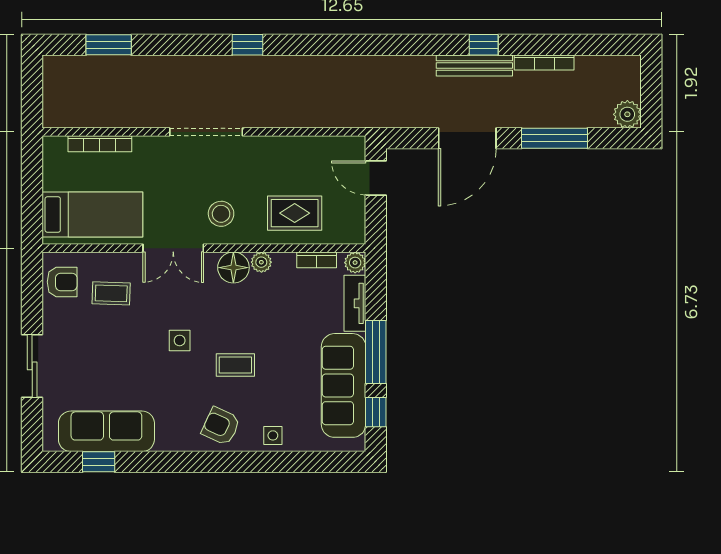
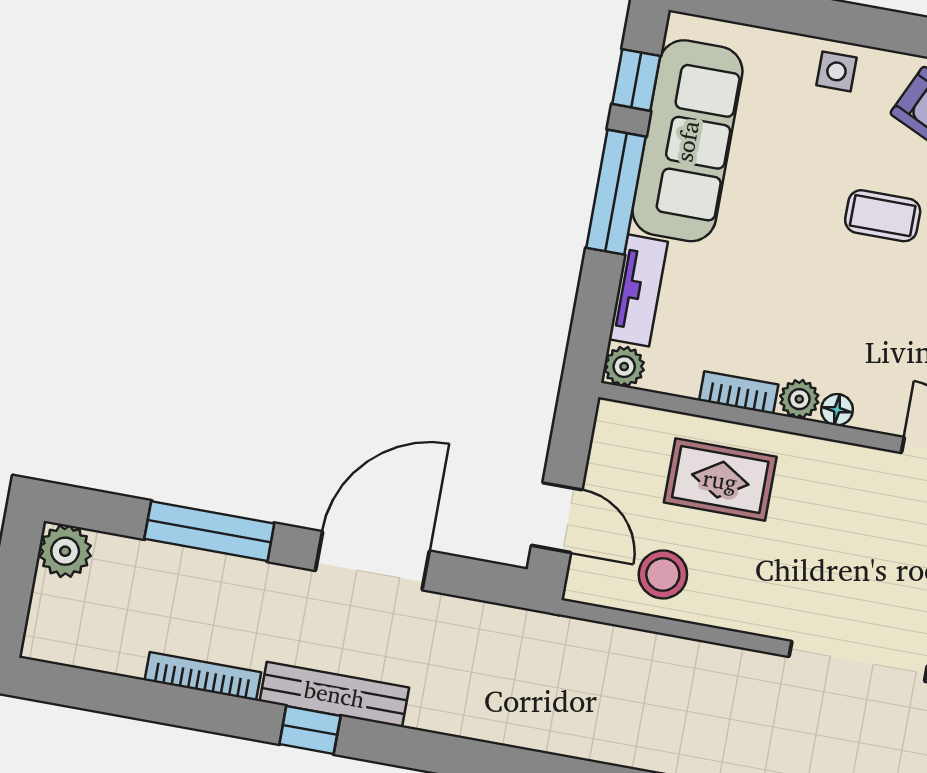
stool: (221, 214) -> (663, 574), moved
bookcase: (317, 260) -> (739, 393), moved
floor lamp: (233, 268) -> (837, 410), width x0.53, depth x0.53

